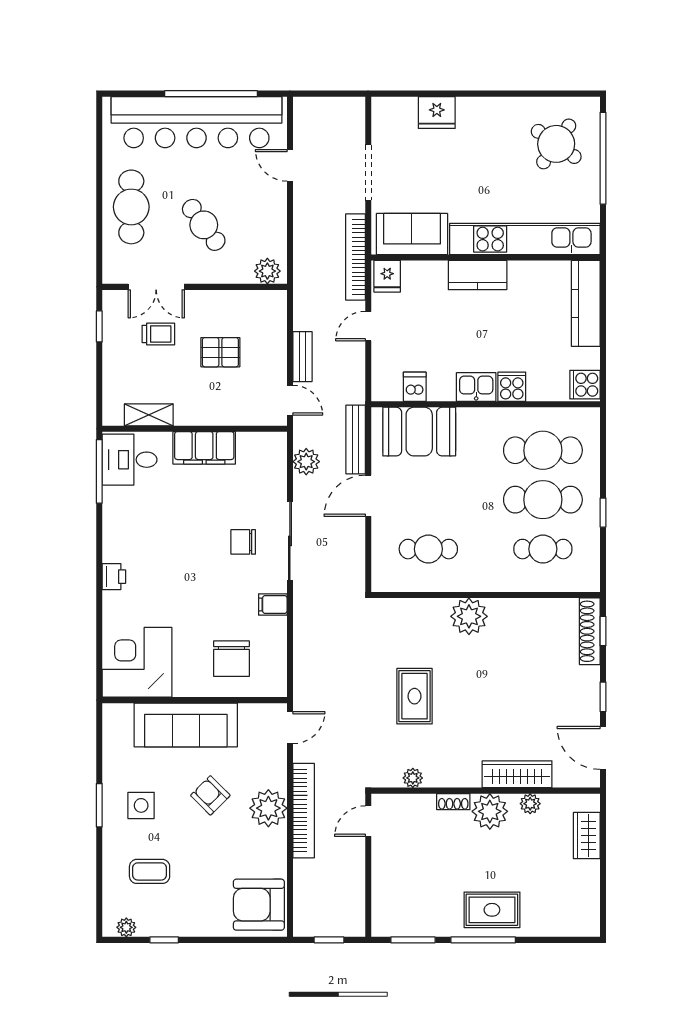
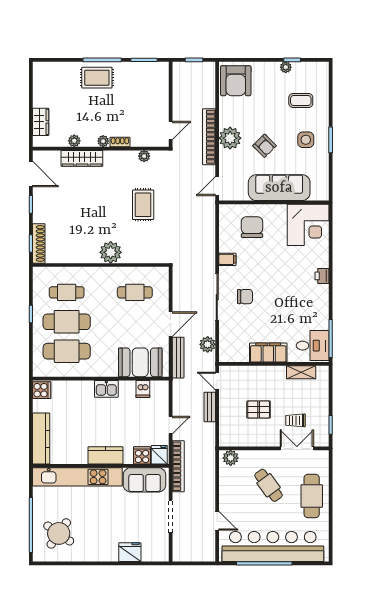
cooker: (512, 387) -> (142, 455), moved, turned 180
plant: (490, 811) -> (103, 141), width x0.53, depth x0.53
armchair: (259, 905) -> (236, 81), turned 90
plant: (126, 927) -> (286, 67), moved

